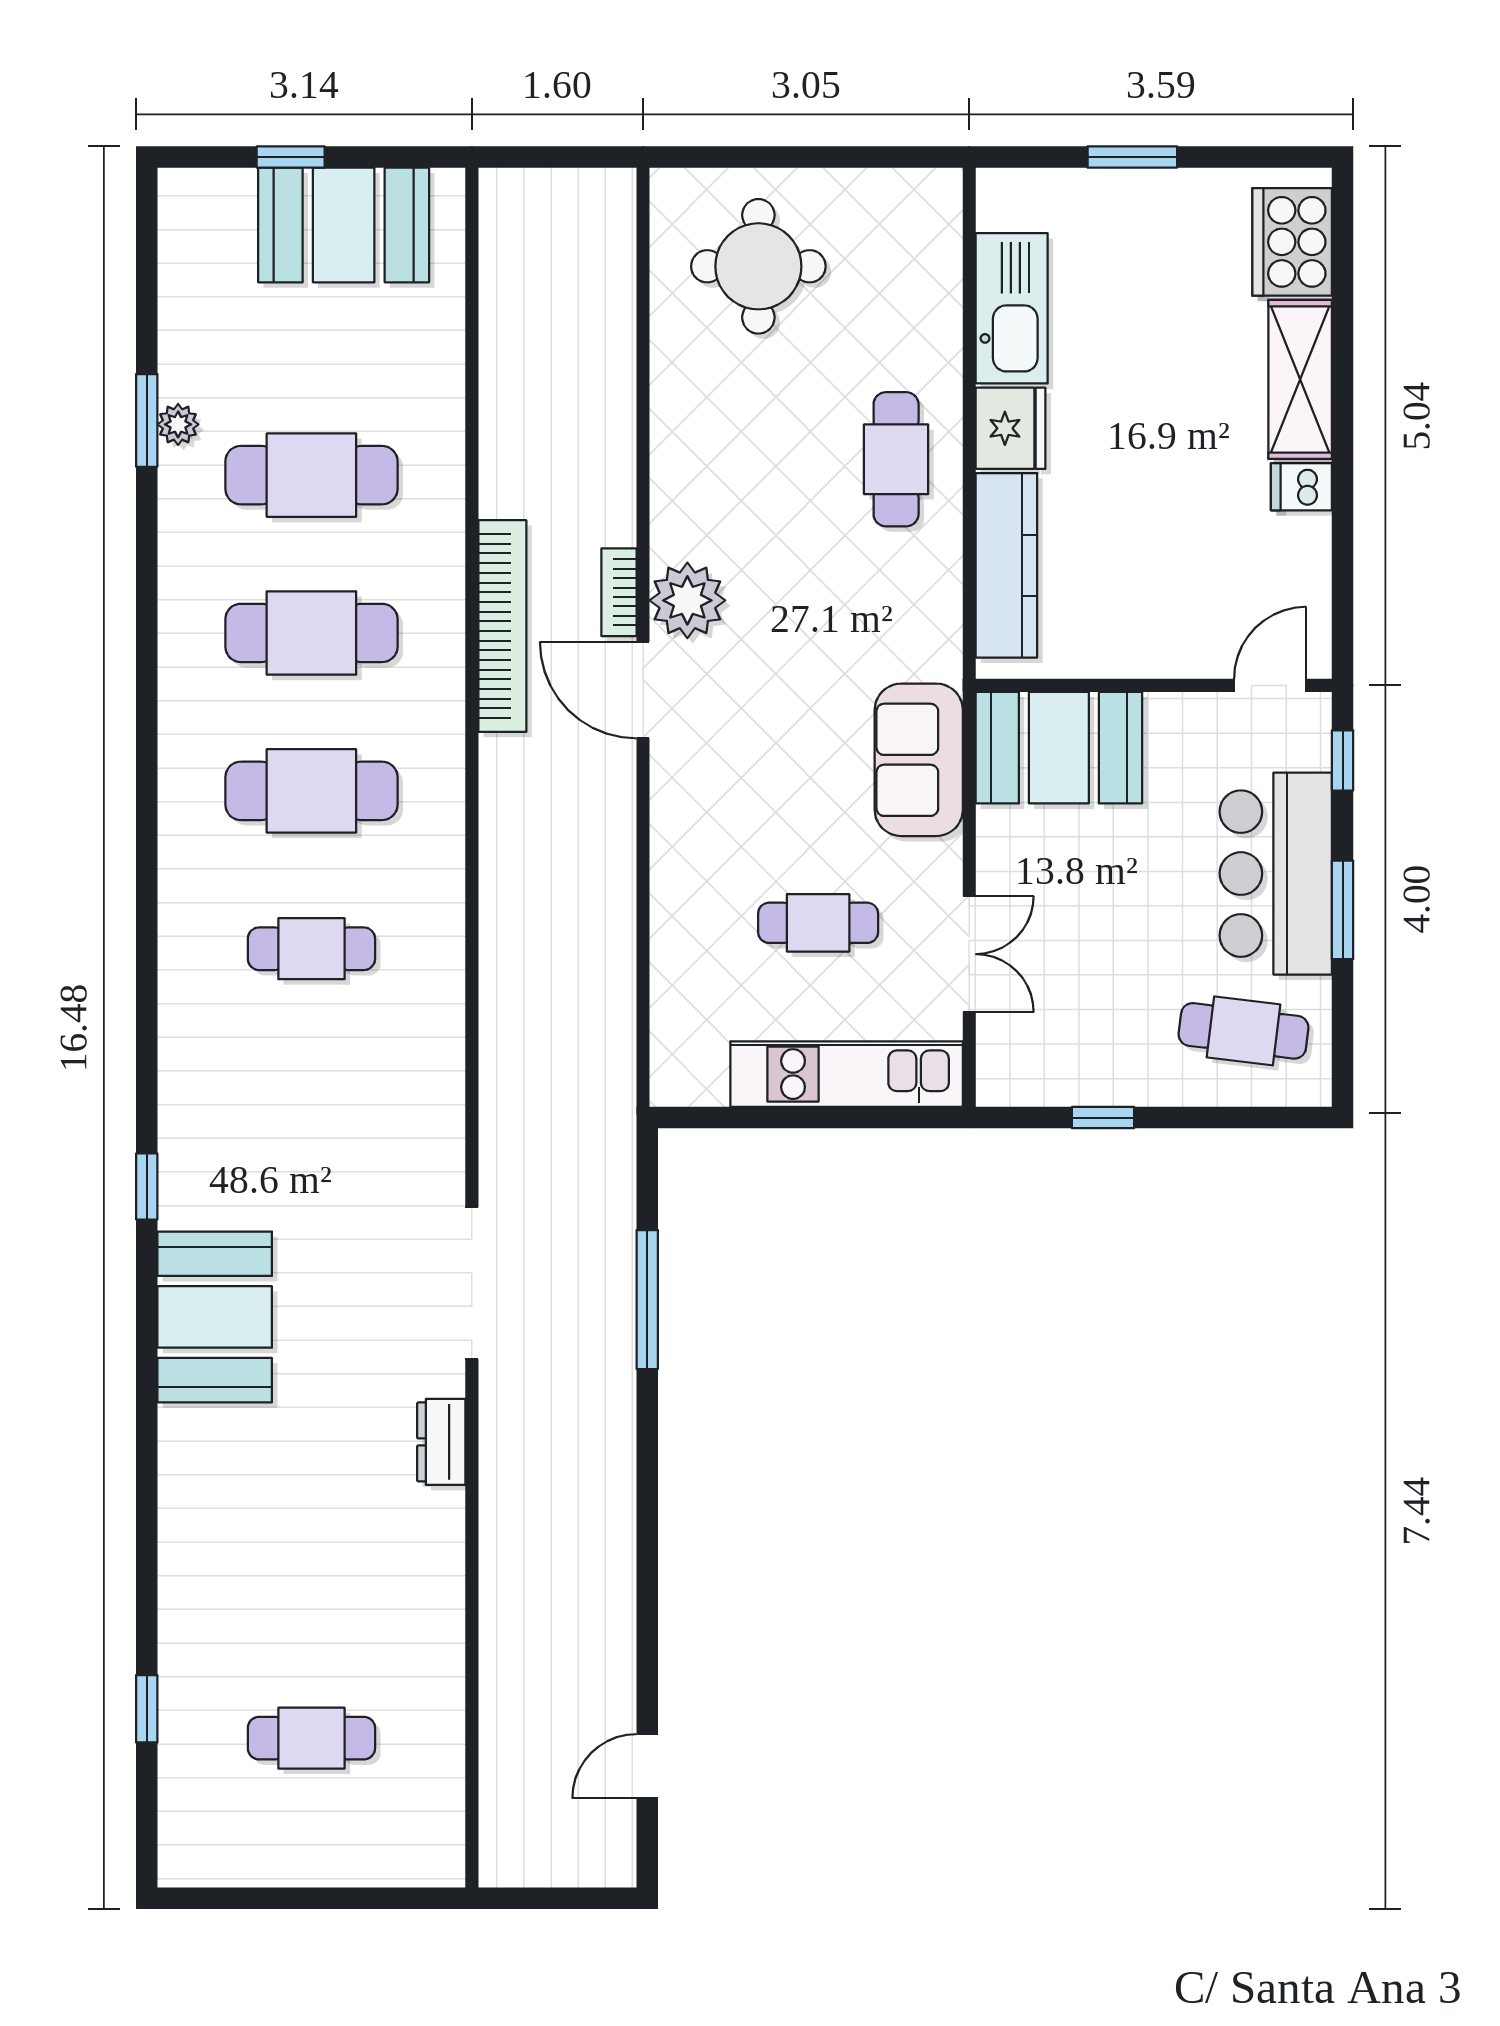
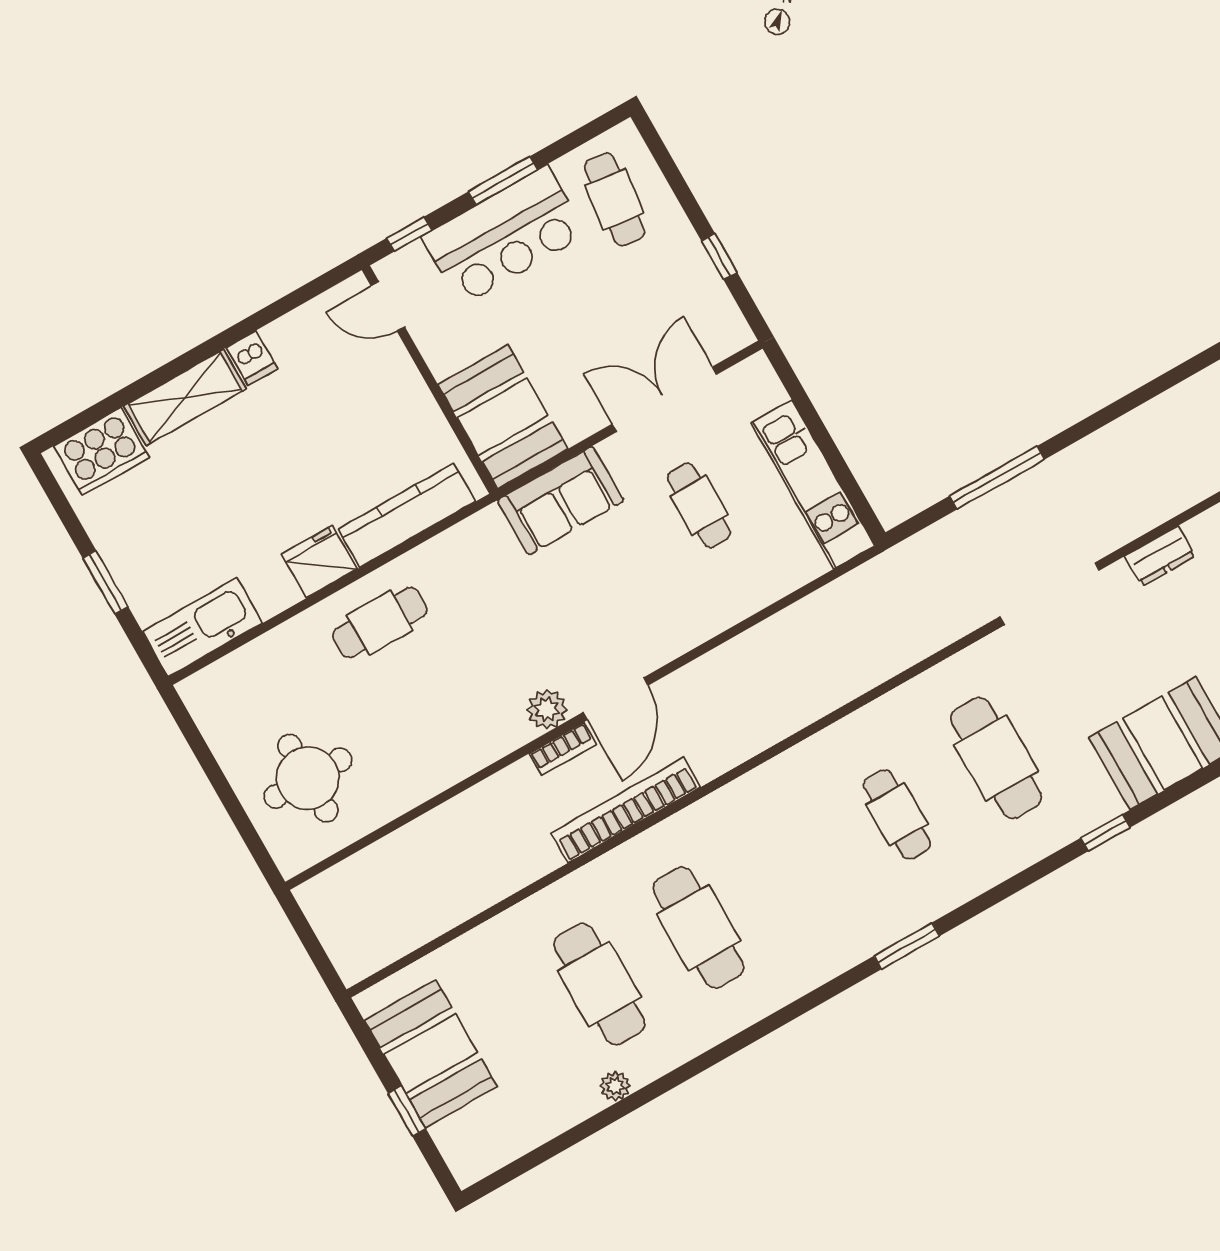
kitchen sink: (1012, 308) -> (202, 627), moved
window: (147, 420) -> (907, 946), moved
plant: (687, 600) -> (547, 709), width x0.73, depth x0.73
cafe table: (311, 791) -> (996, 758), moved
double door: (969, 954) -> (665, 399), width x1.37
kitchen unit: (847, 1074) -> (813, 484), moved

